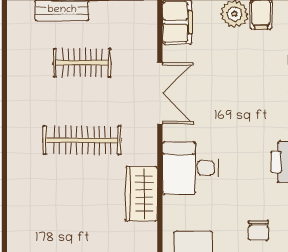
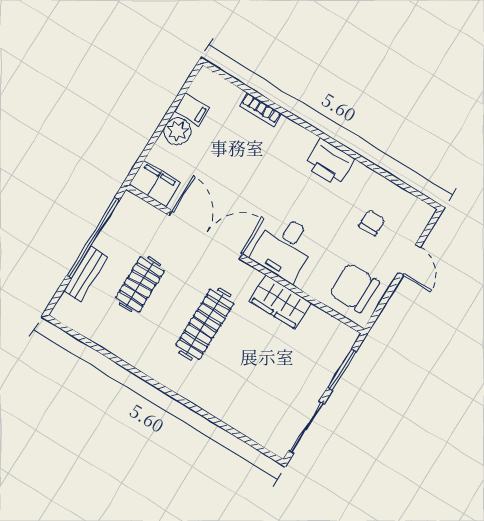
double door: (160, 93) -> (206, 235), width x1.37
chair: (259, 230) -> (372, 223), turned -90

